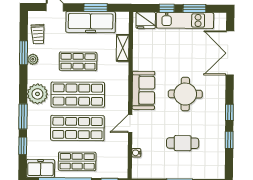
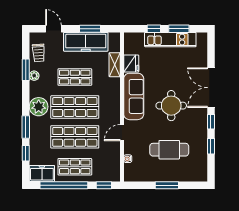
fridge: (146, 20) -> (131, 63), moved, turned -90
double door: (230, 53) -> (211, 88), moved
sofa: (143, 90) -> (134, 96), width x1.36
cafe table: (183, 143) -> (169, 150), width x1.37, depth x1.35

